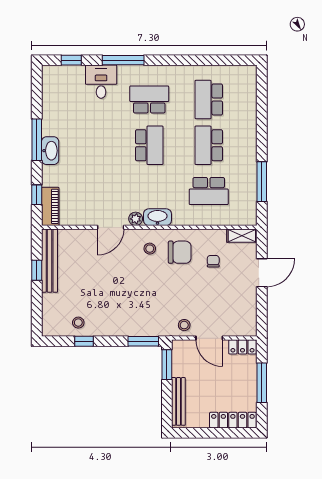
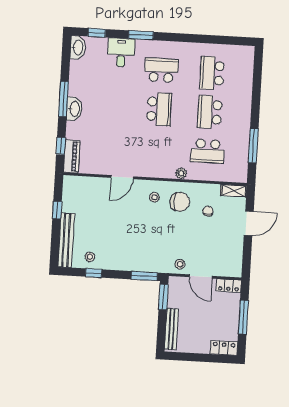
window: (123, 60) -> (141, 35), width x0.69
washbasin: (157, 217) -> (78, 48), moved, turned 90
plant: (136, 219) -> (181, 173), moved
bench: (50, 261) -> (66, 240), moved
locker: (233, 420) -> (224, 348), width x0.66

